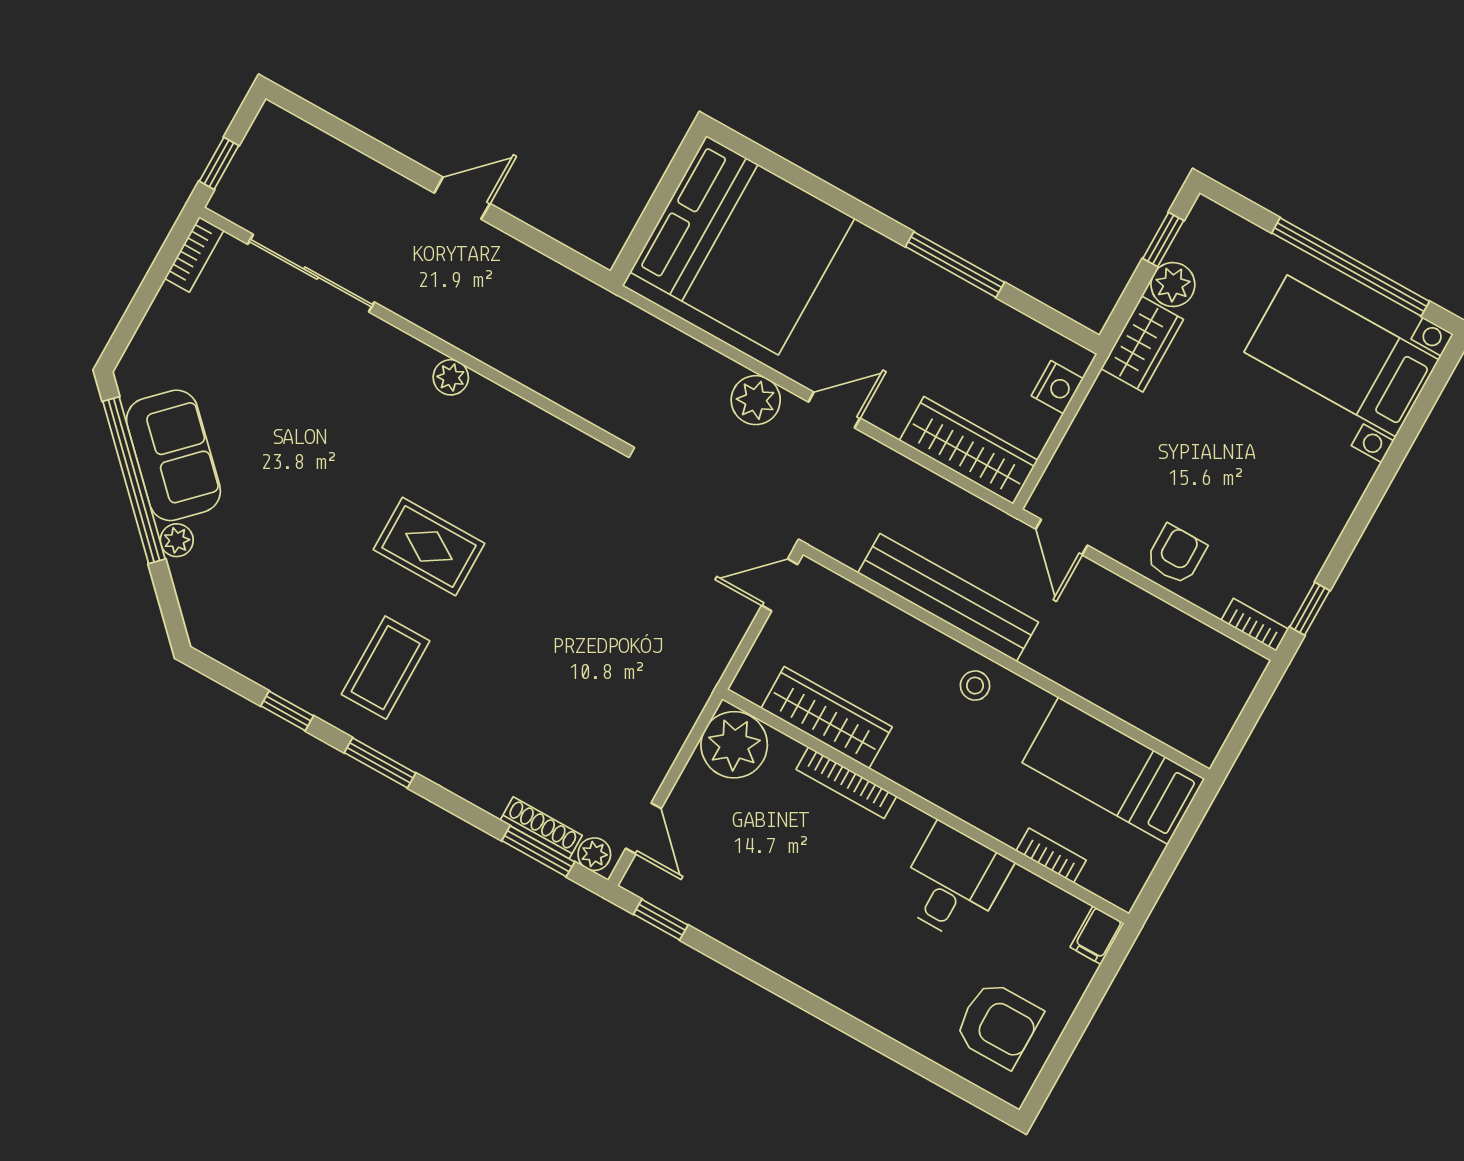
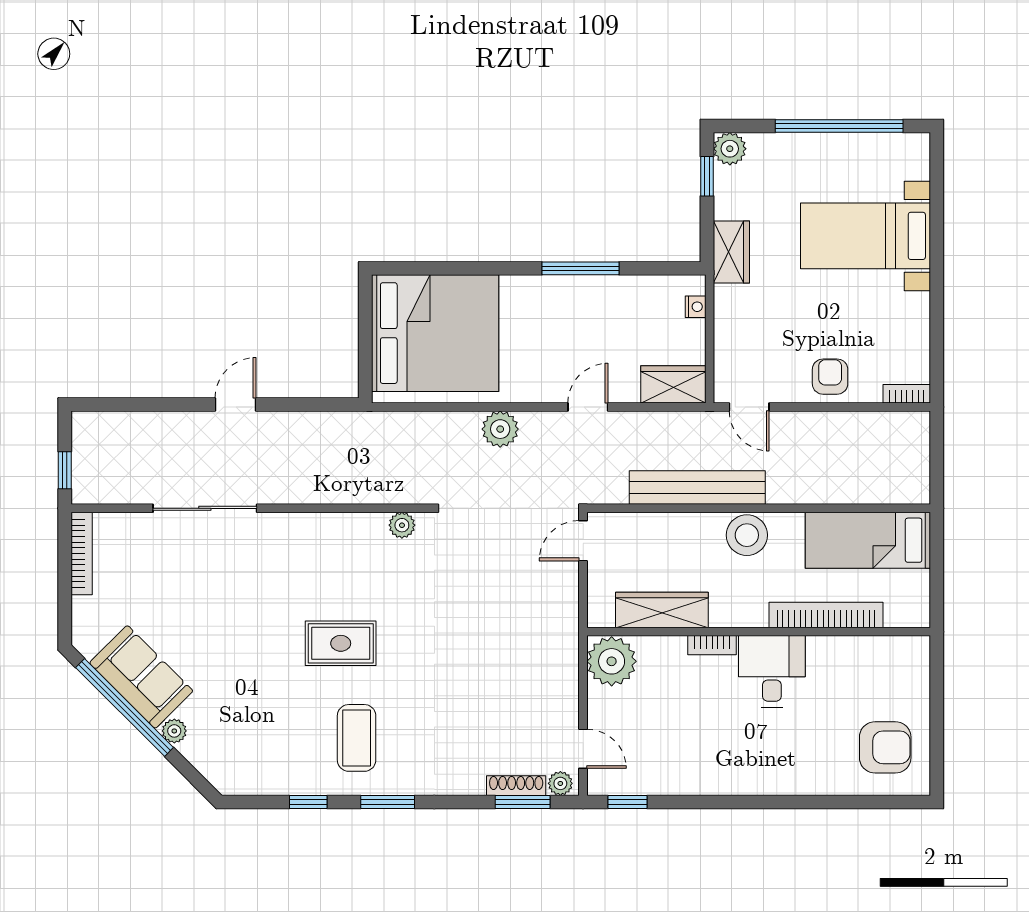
bookcase: (194, 254) -> (82, 553), width x1.56
sliding door: (311, 273) -> (205, 508), moved
plant: (1173, 285) -> (730, 149), moved
bed with nightstands: (1342, 356) -> (866, 236), moved
plant: (451, 377) -> (402, 525), moved
nightstand: (1057, 387) -> (696, 307), width x0.72, depth x0.74
door: (834, 410) -> (588, 407), moved
wardrobe: (969, 450) -> (673, 384), width x0.67
window: (1310, 609) -> (937, 363), removed
stool: (975, 686) -> (747, 535), width x1.89, depth x1.89
bookcase: (846, 783) -> (712, 645), width x0.64
bookcase: (1051, 855) -> (826, 615), width x2.31, depth x1.31
desk: (953, 882) -> (772, 671), moved
filing cabinet: (1097, 935) -> (917, 653), removed

